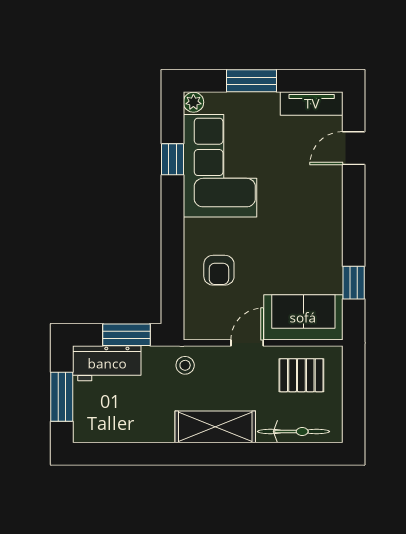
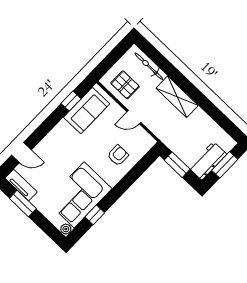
window: (252, 81) -> (23, 203), moved
sofa: (303, 317) -> (87, 111), moved, turned -90
workbench: (107, 363) -> (208, 161), moved, turned -90
stool: (185, 365) -> (166, 131), removed

